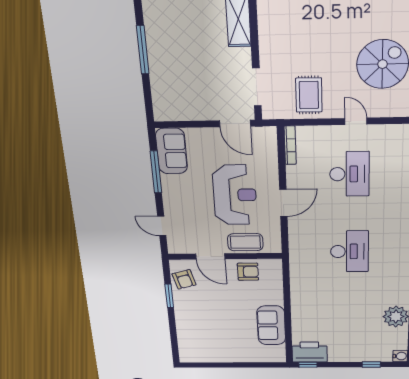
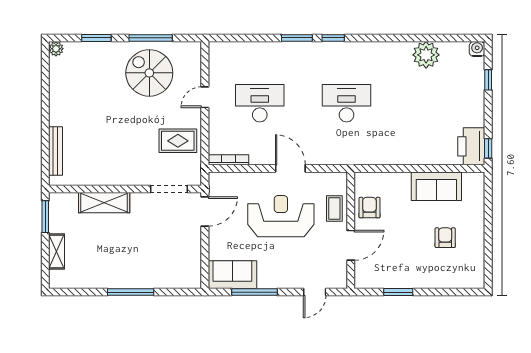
coffee table: (245, 242) -> (334, 208), width x0.73, depth x0.77
armchair: (184, 279) -> (445, 238), moved, turned -75

